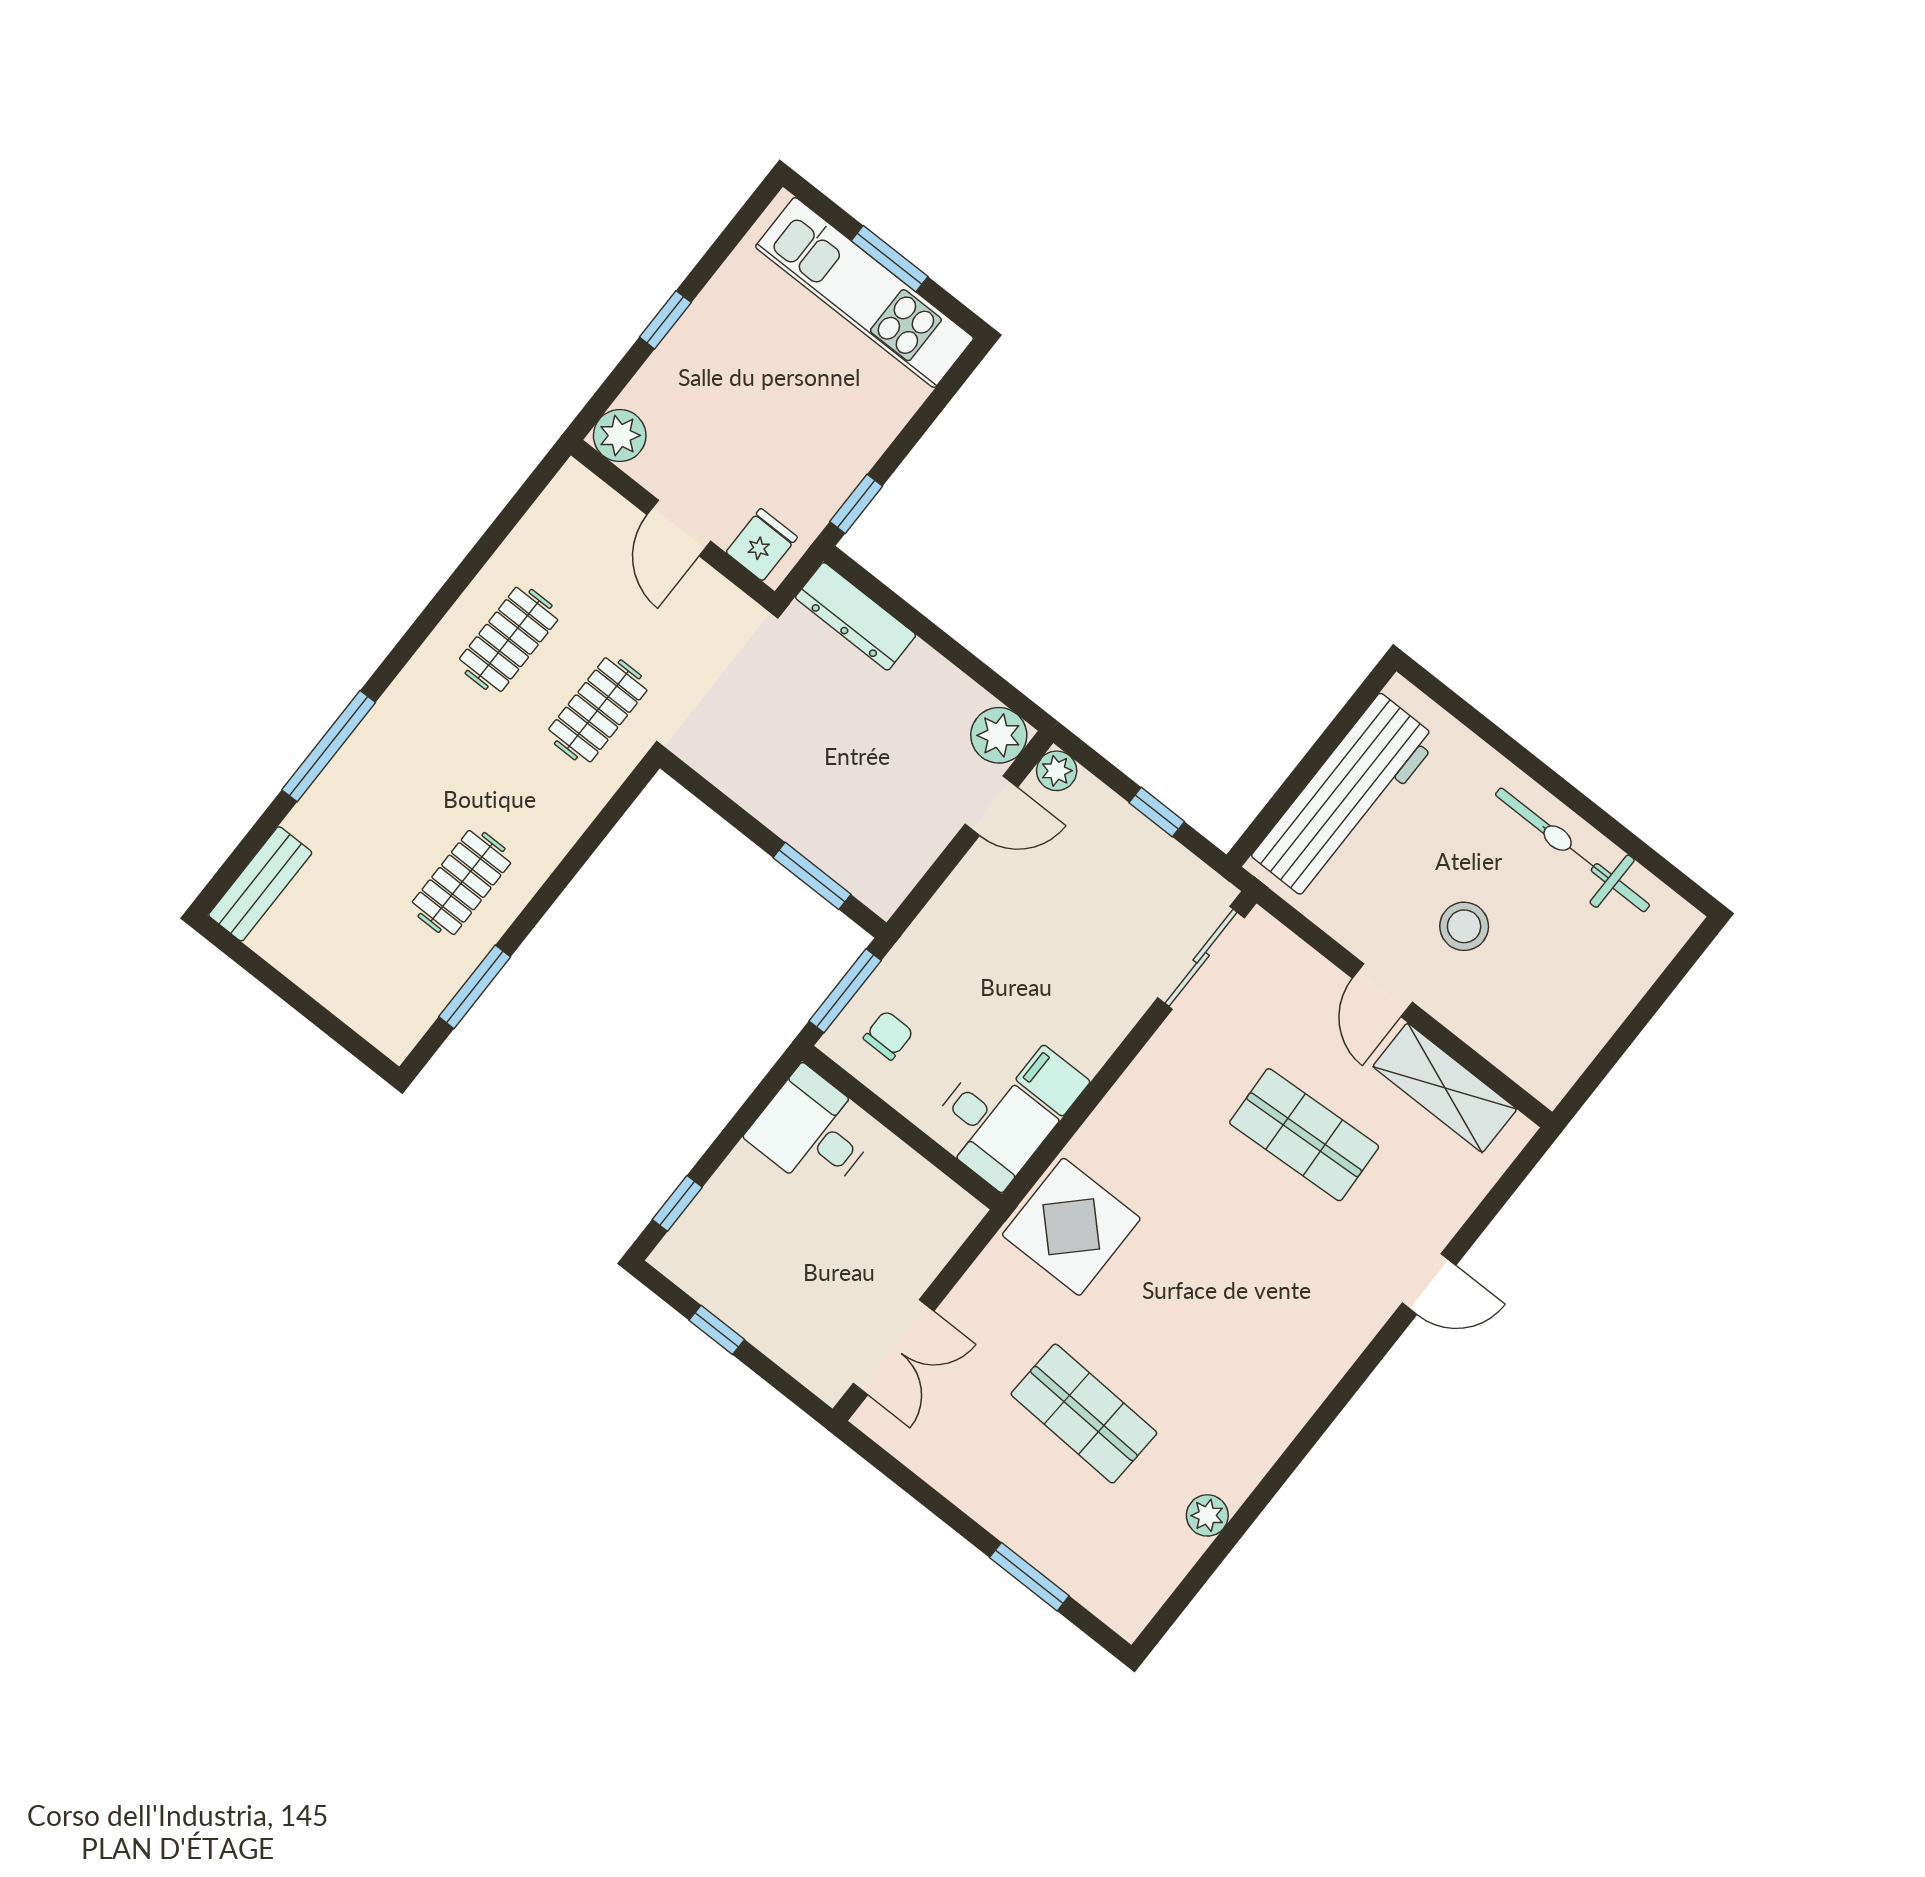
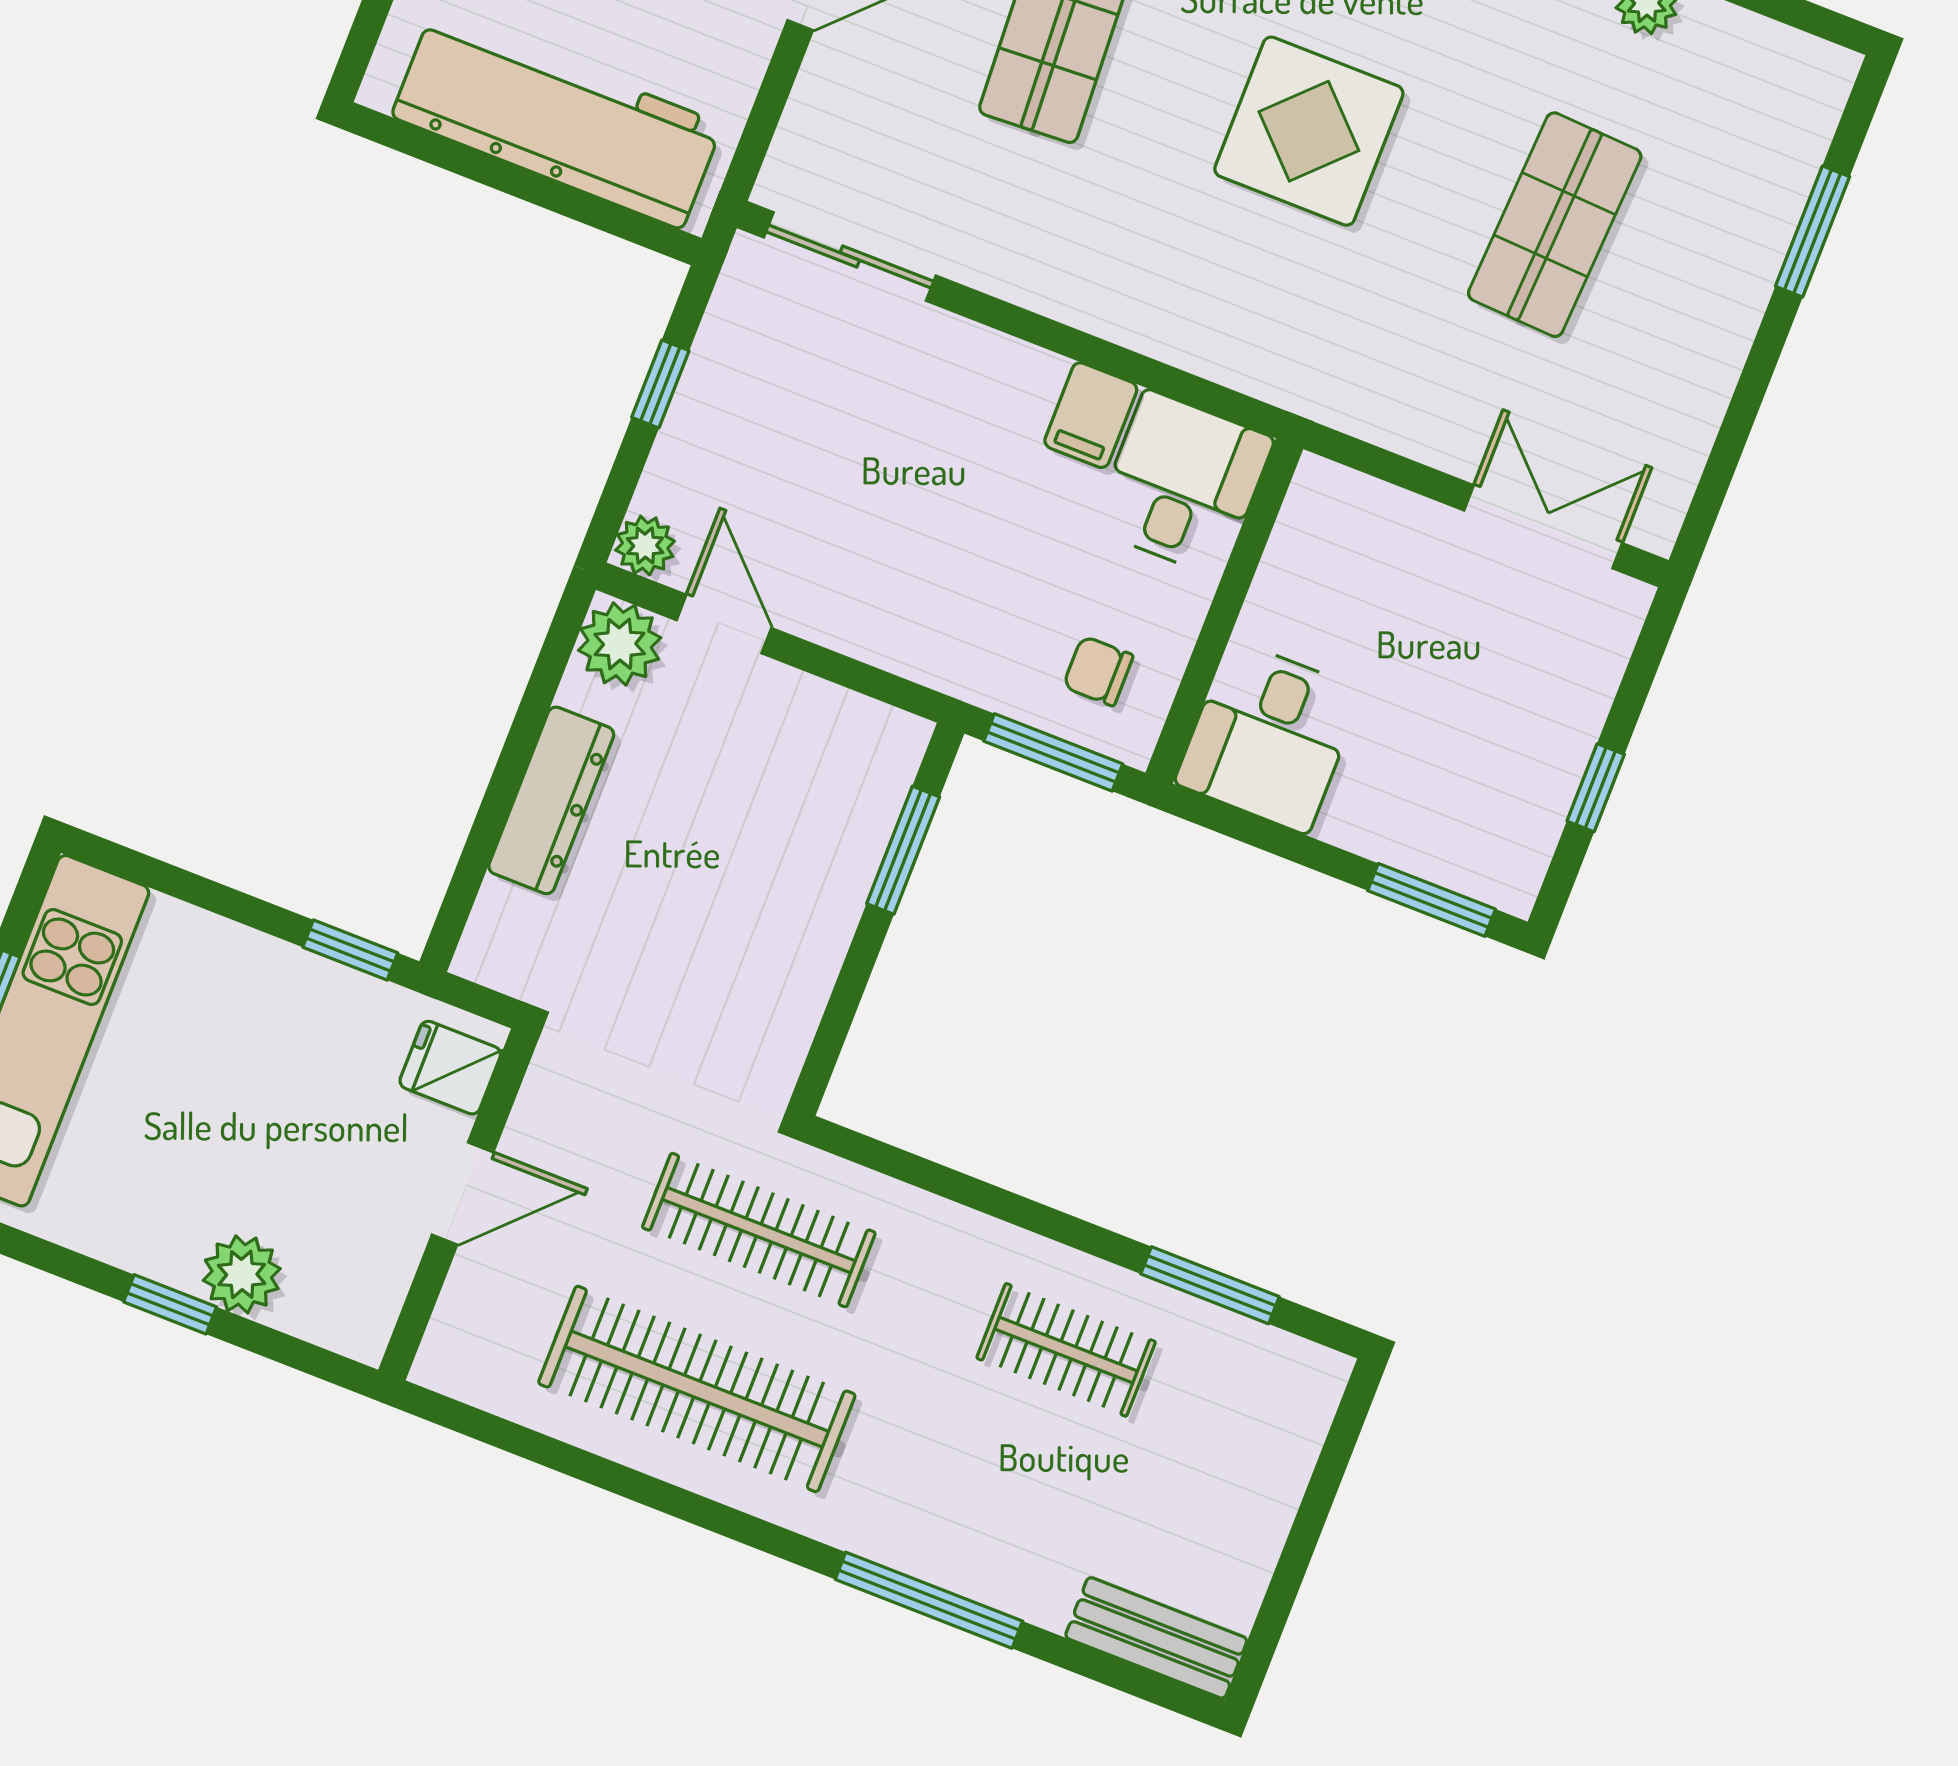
plant: (620, 436) -> (242, 1274), moved
dresser: (856, 616) -> (551, 800), moved
clothes rail: (509, 639) -> (697, 1389), width x1.86, depth x1.31
clothes rail: (598, 710) -> (759, 1230), width x1.36
window: (677, 1203) -> (1432, 900), width x1.50
display table: (1071, 1227) -> (1309, 131), moved

